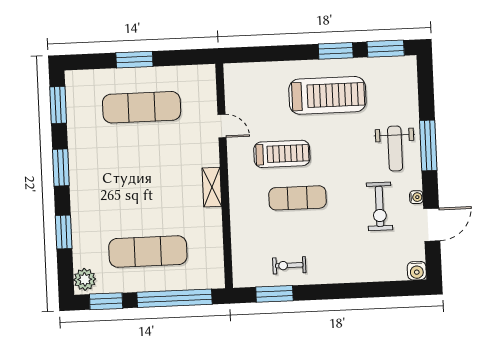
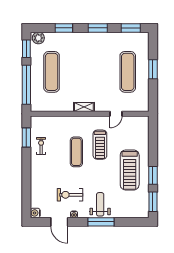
weight bench: (395, 148) -> (100, 204), turned 90

